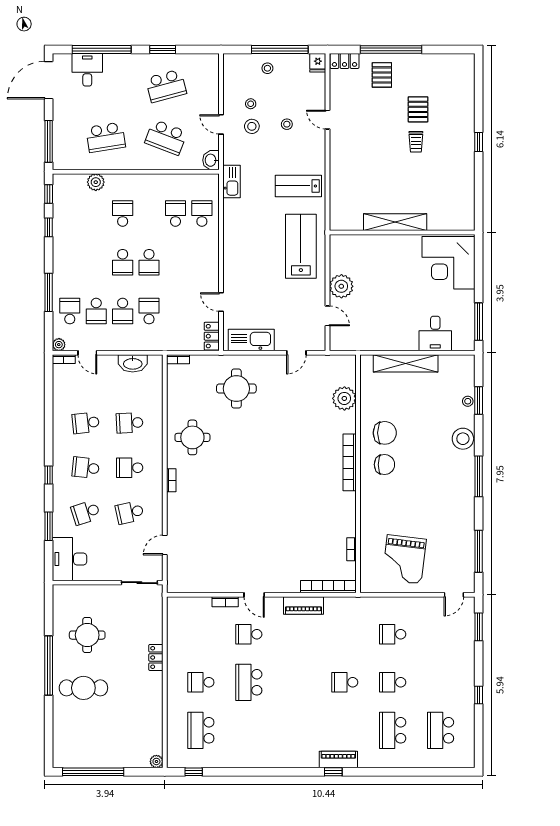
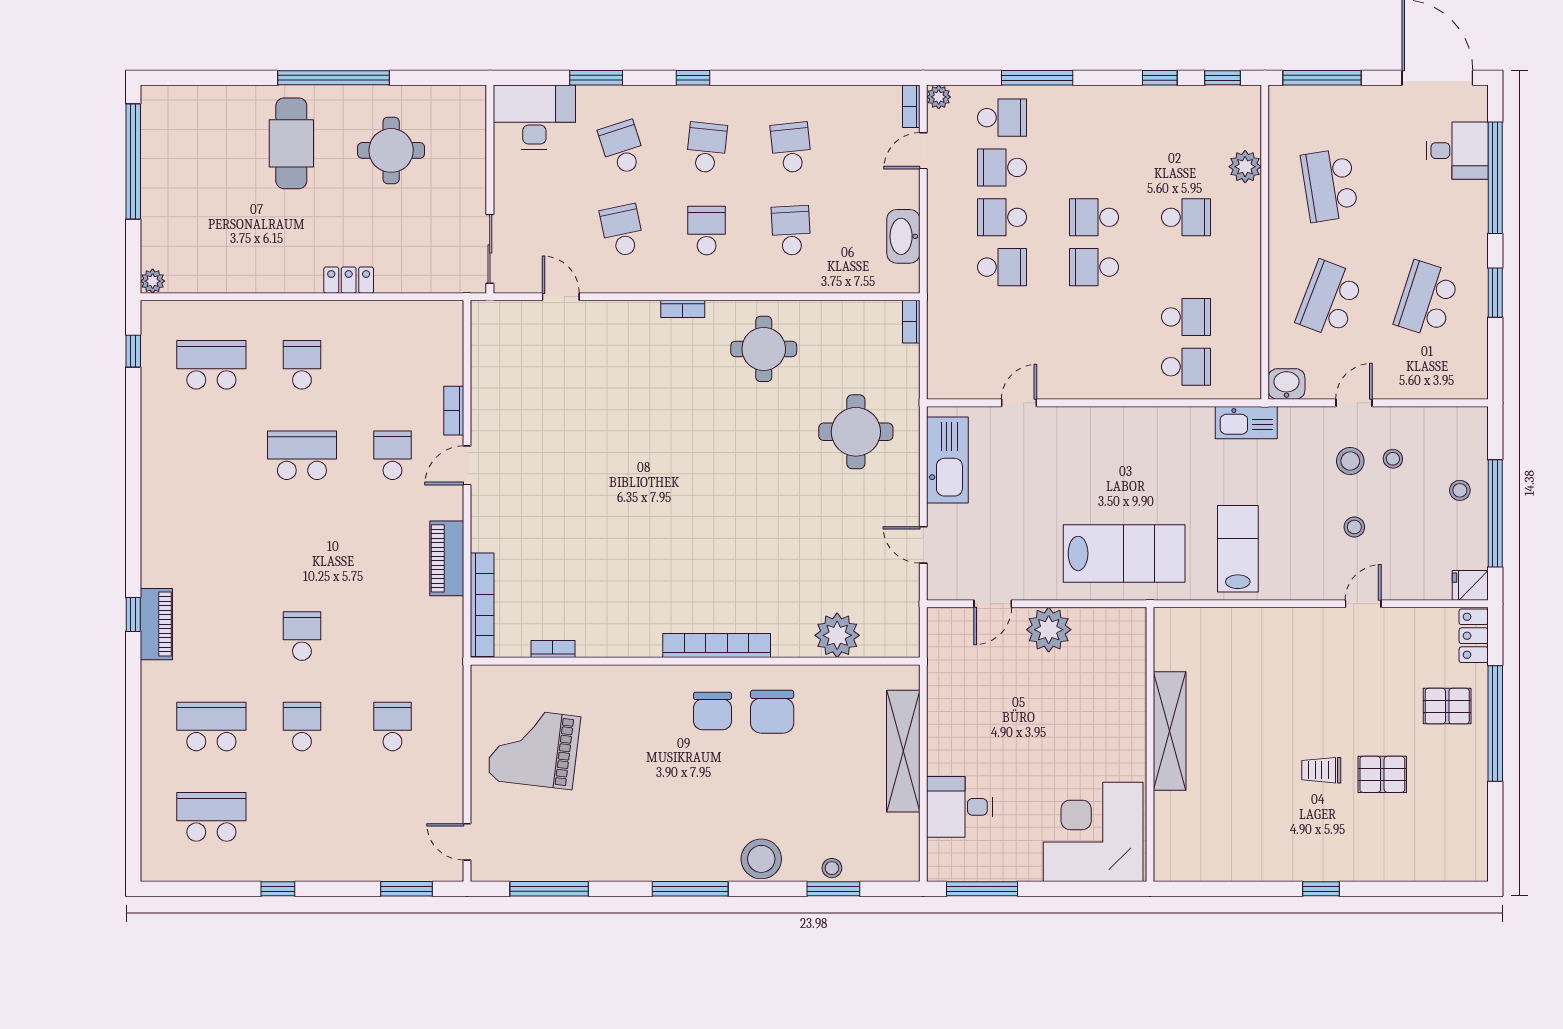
school desk: (166, 86) -> (1427, 299), turned 33
locker: (212, 336) -> (955, 385), removed

